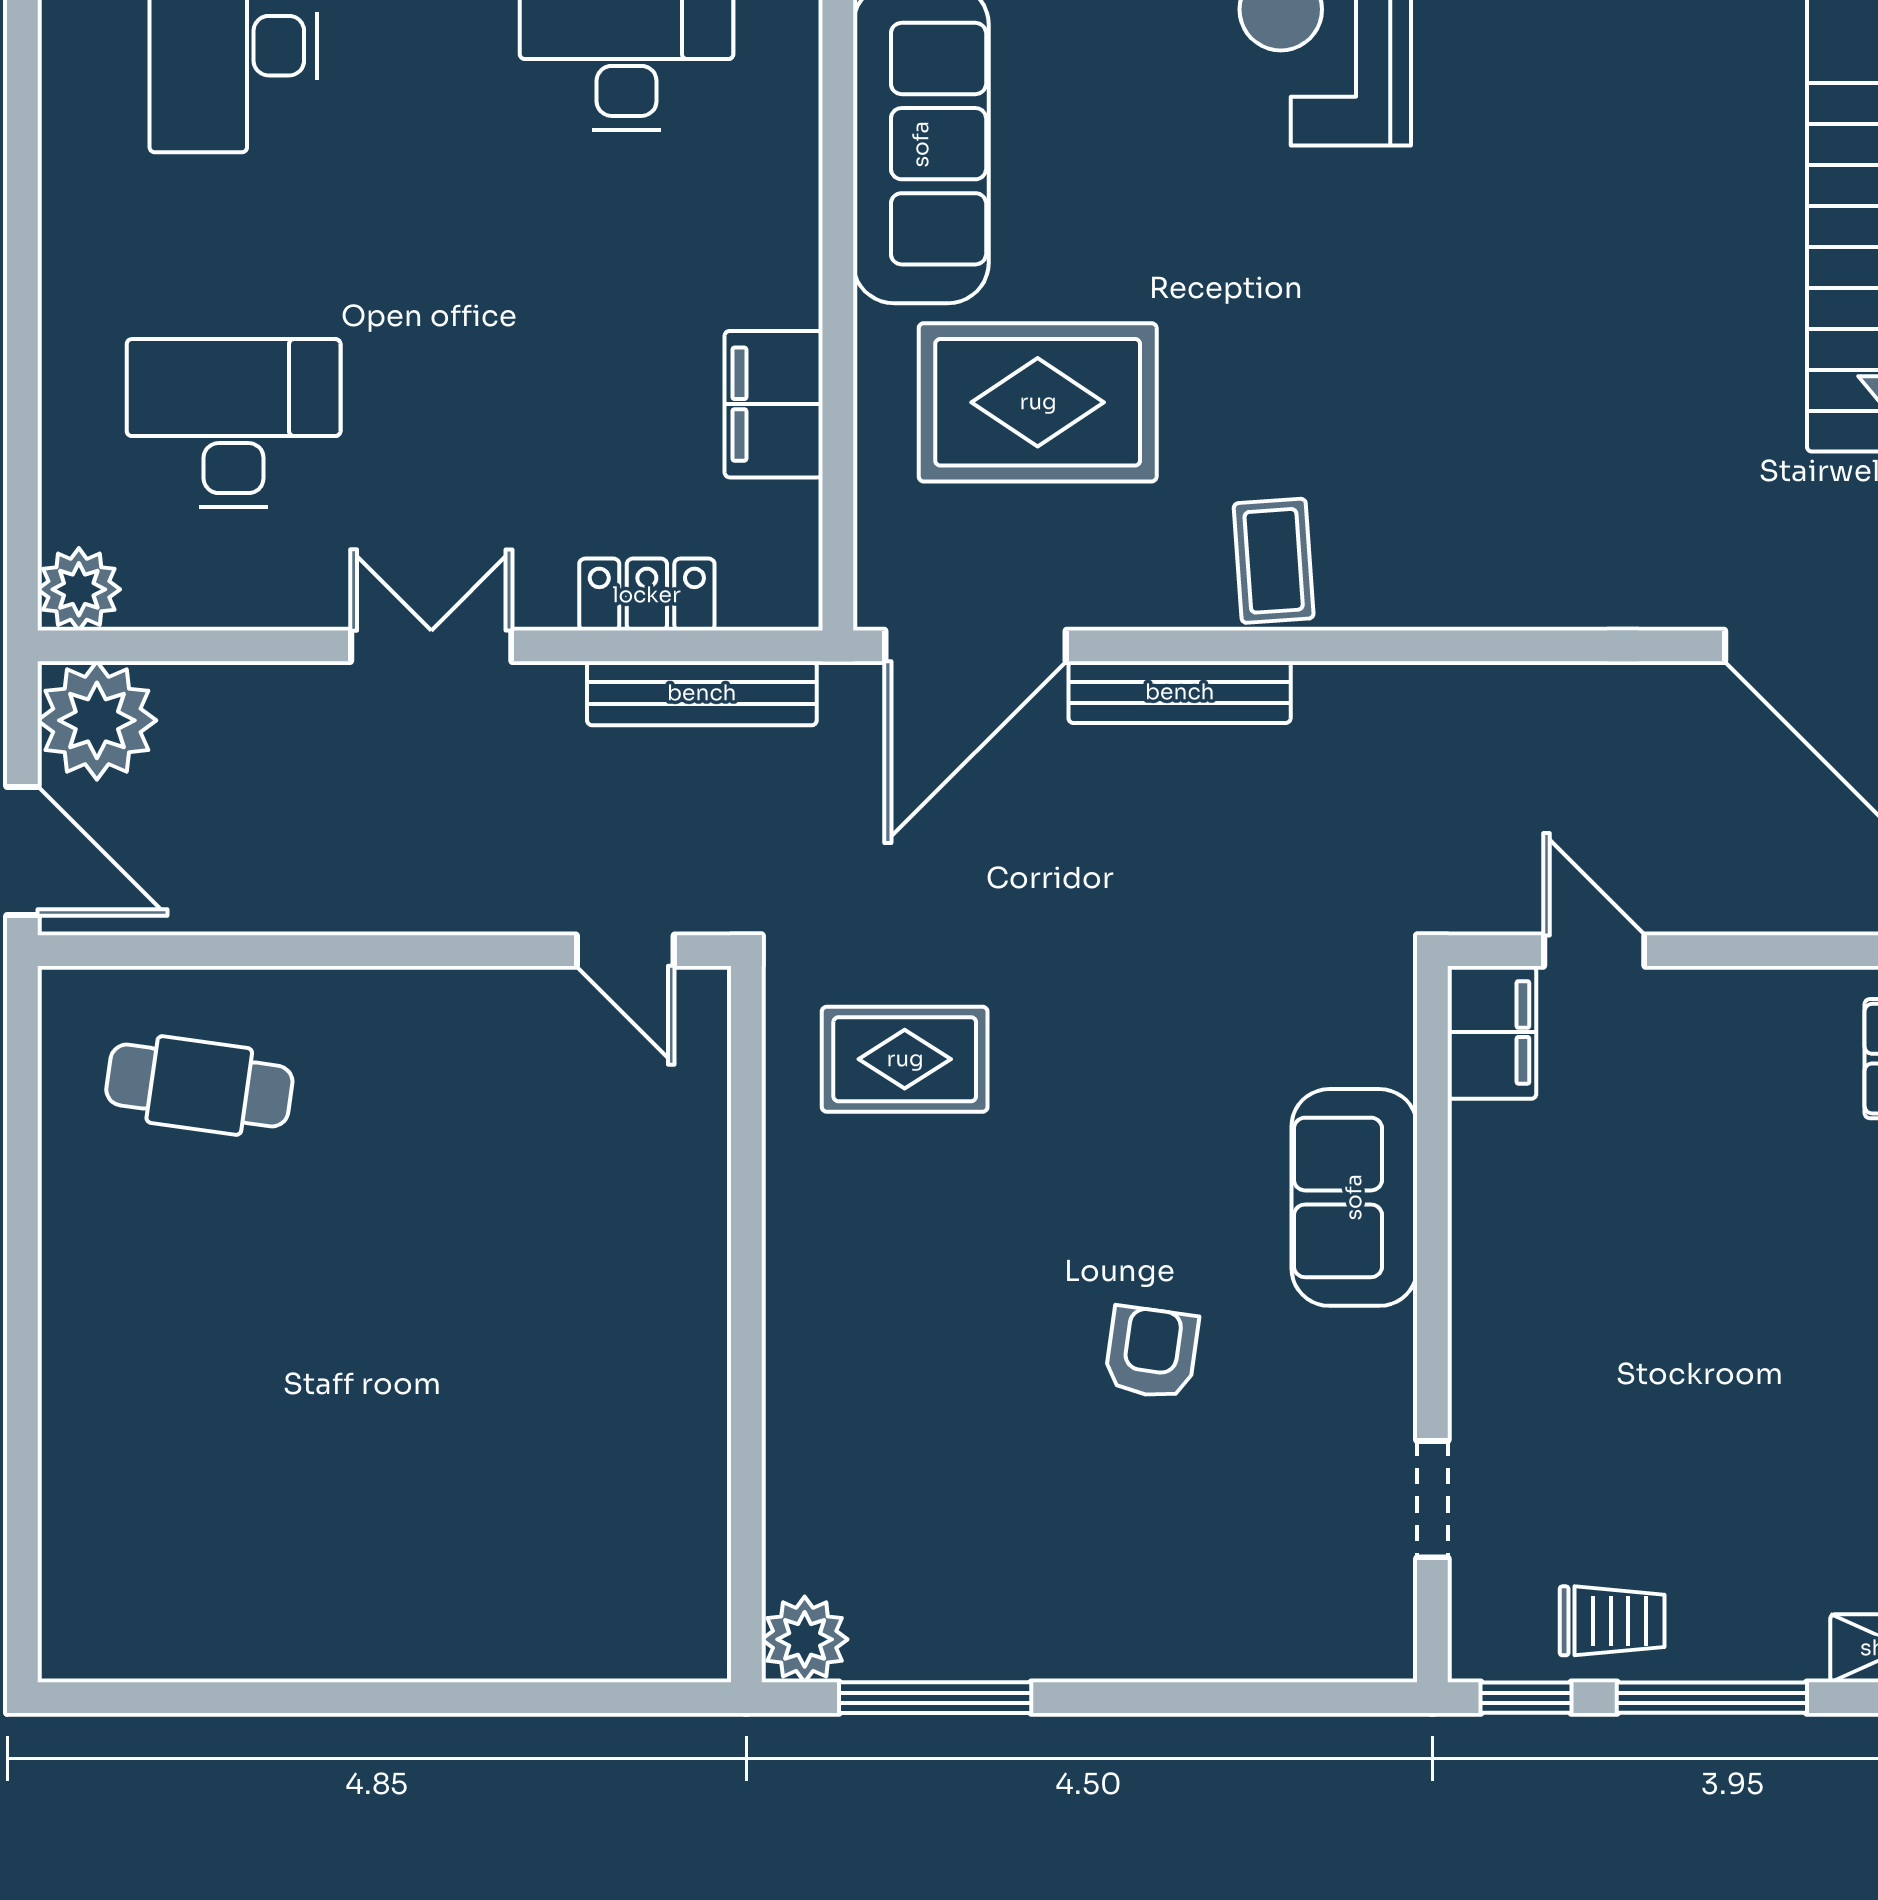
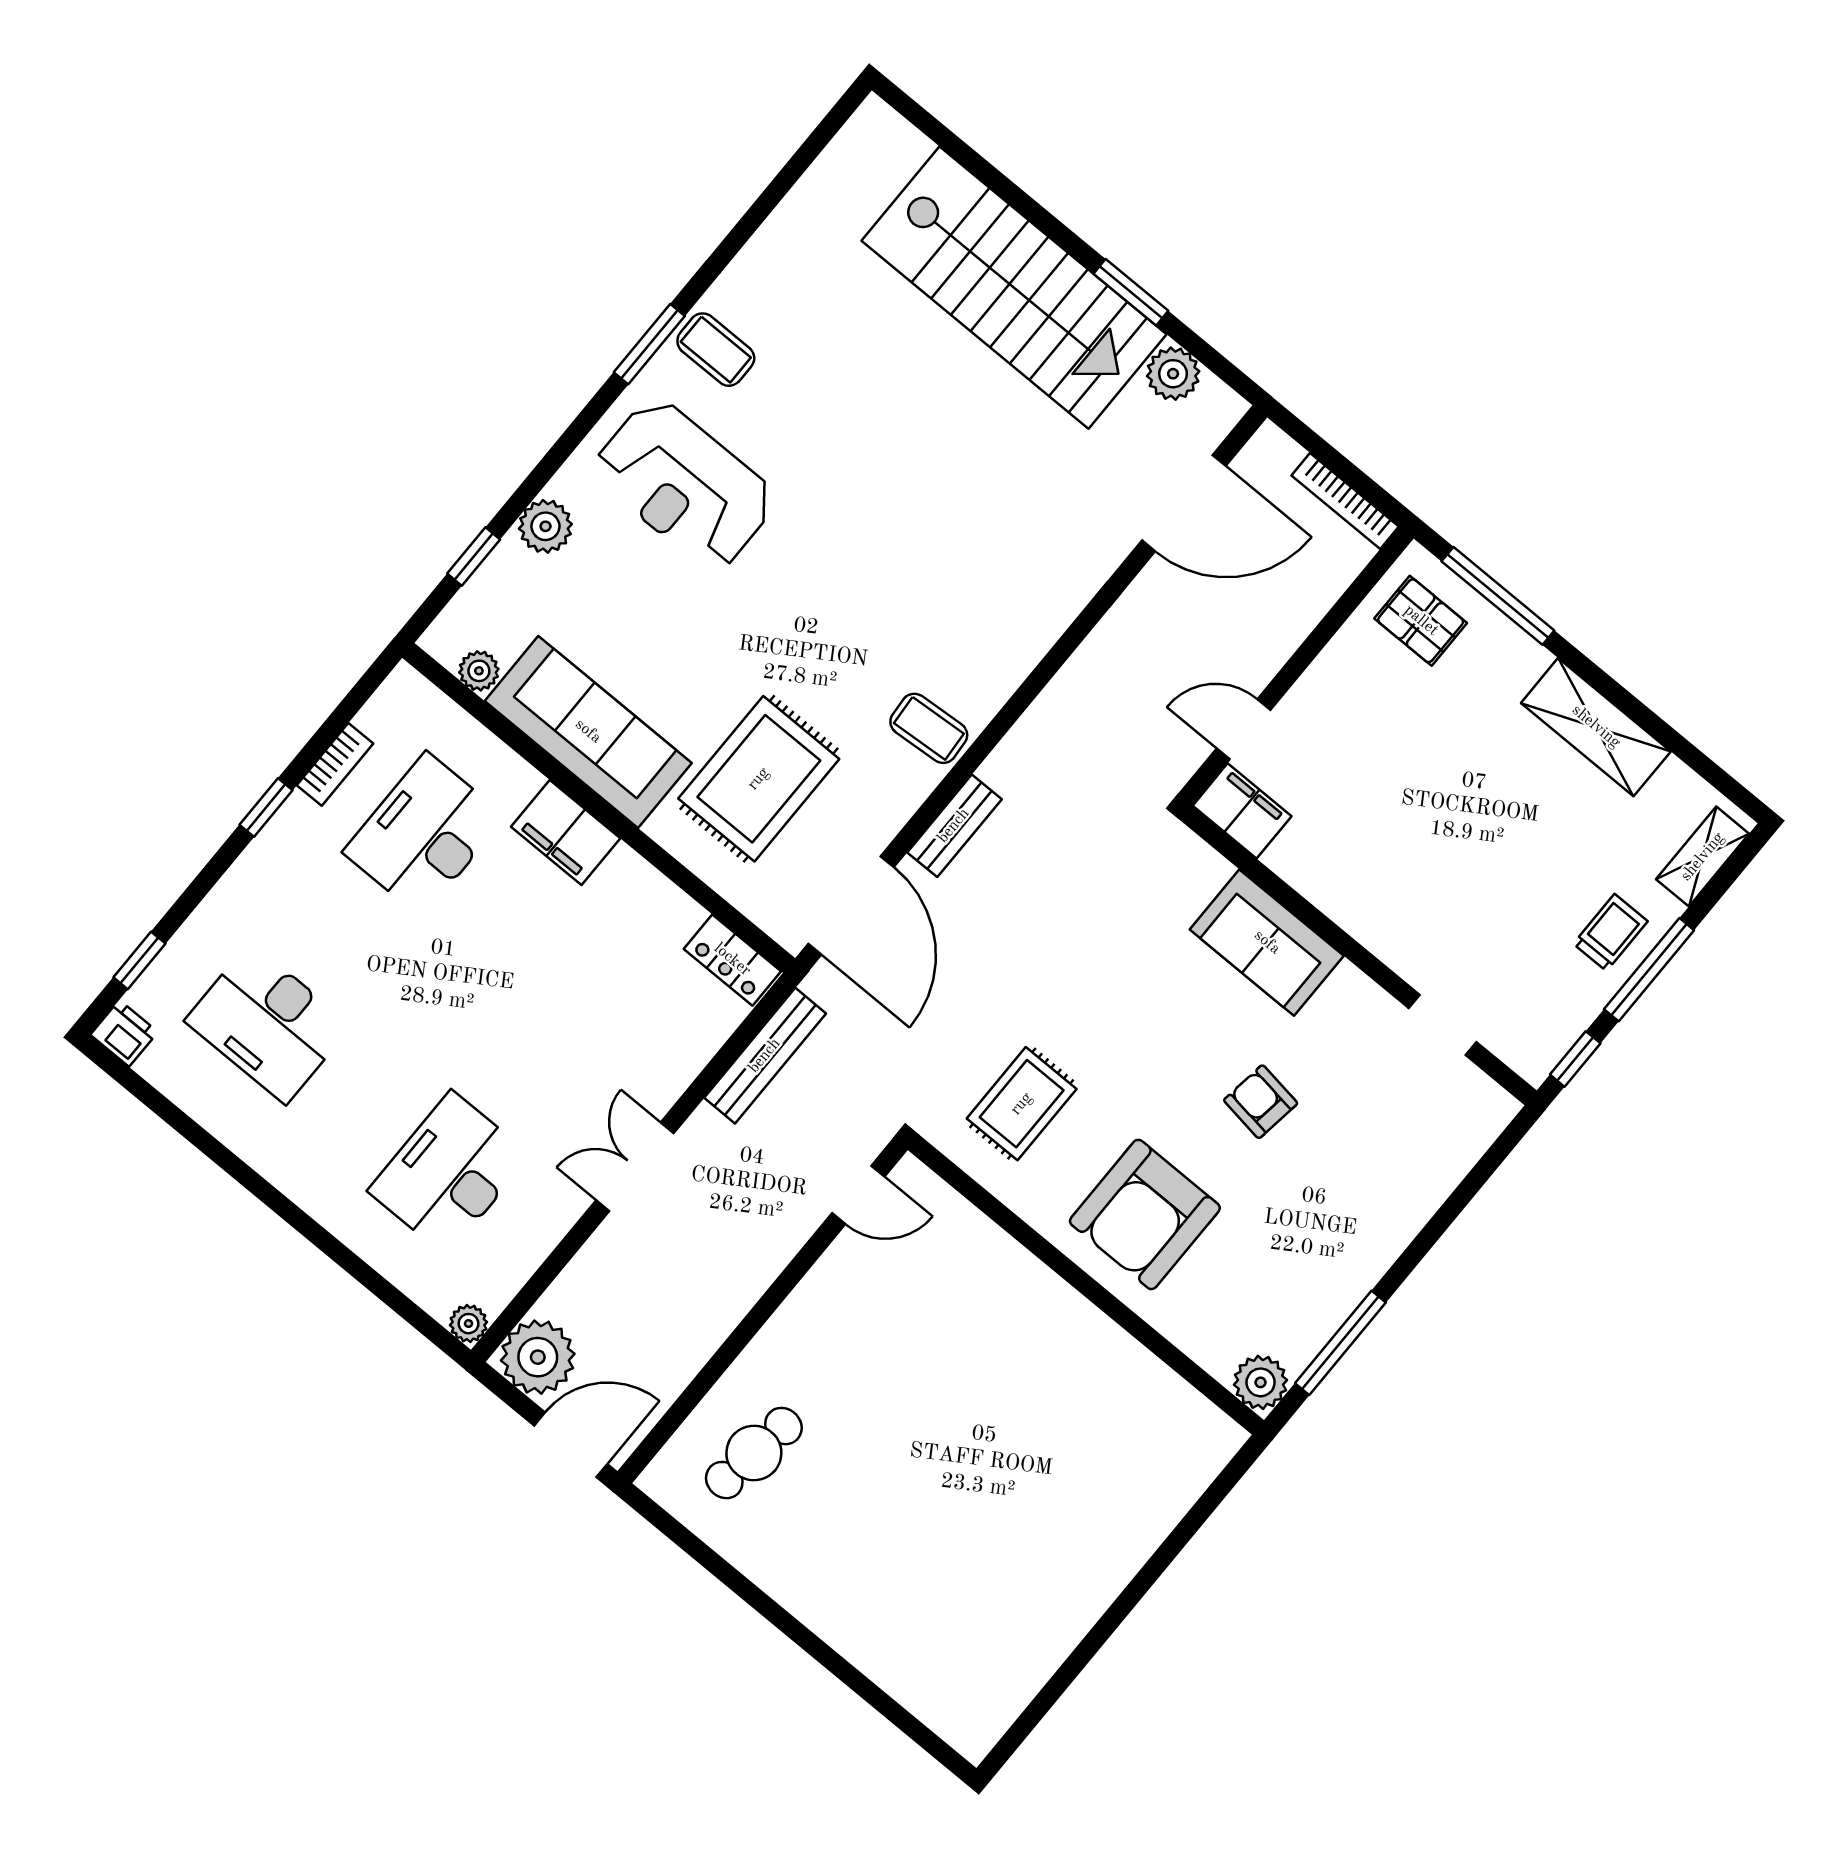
filing cabinet: (774, 404) -> (566, 833), moved
plant: (79, 589) -> (469, 1324), width x0.73, depth x0.73
locker: (647, 595) -> (732, 960), moved, turned -90
bench: (1180, 692) -> (954, 826), width x0.73
armchair: (894, 1325) -> (1145, 1214), added
trolley: (1612, 1621) -> (1611, 933), moved

